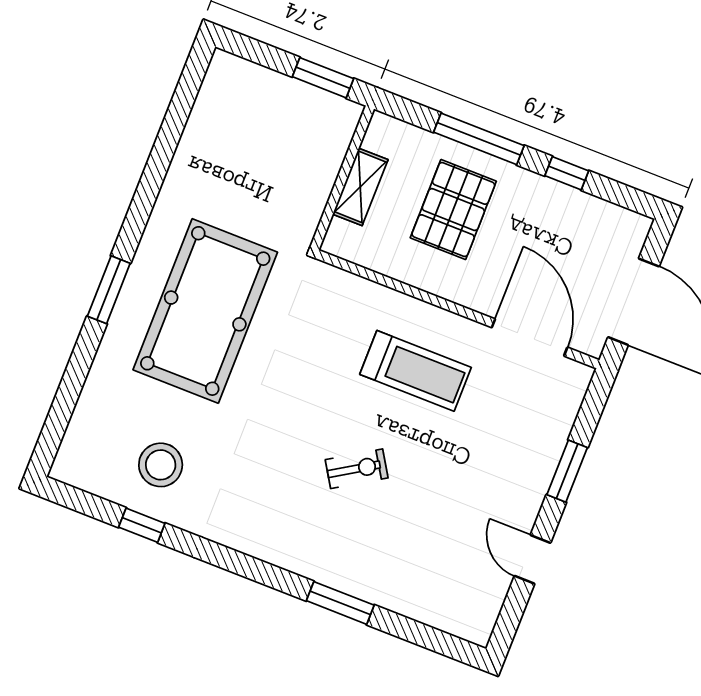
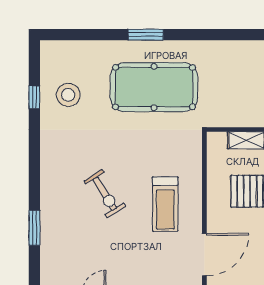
exercise bike: (357, 469) -> (105, 194), width x1.38, depth x1.39
window: (340, 603) -> (34, 228), moved

